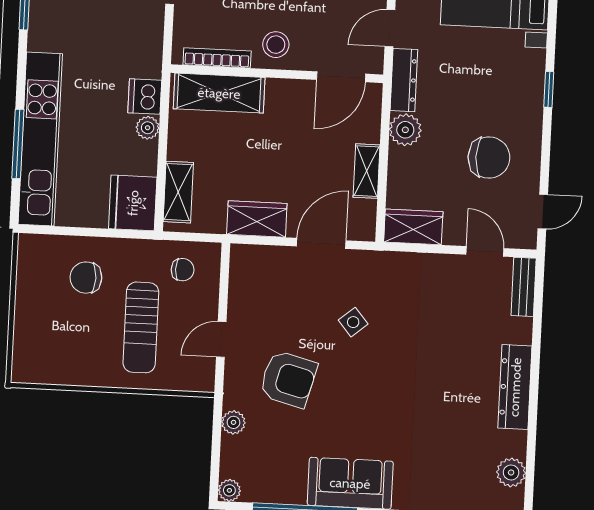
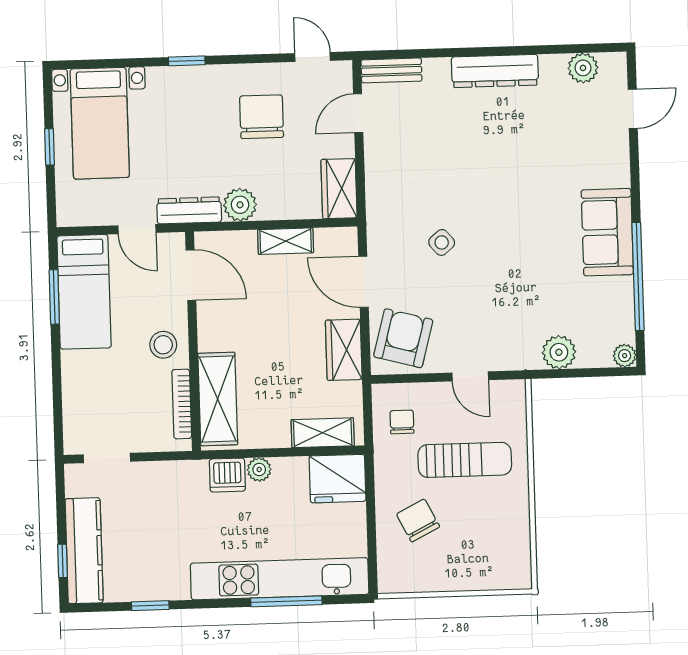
chair: (86, 278) -> (418, 520), turned 153
armchair: (288, 379) -> (403, 338), moved
plant: (233, 422) -> (559, 352), width x1.38, depth x1.38

